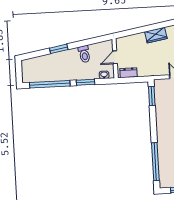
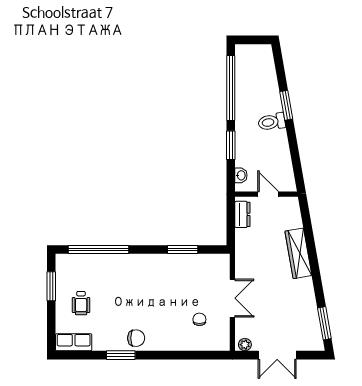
wardrobe: (156, 35) -> (298, 253), width x1.50
toilet: (84, 54) -> (272, 122), moved
window: (152, 96) -> (183, 249), moved

